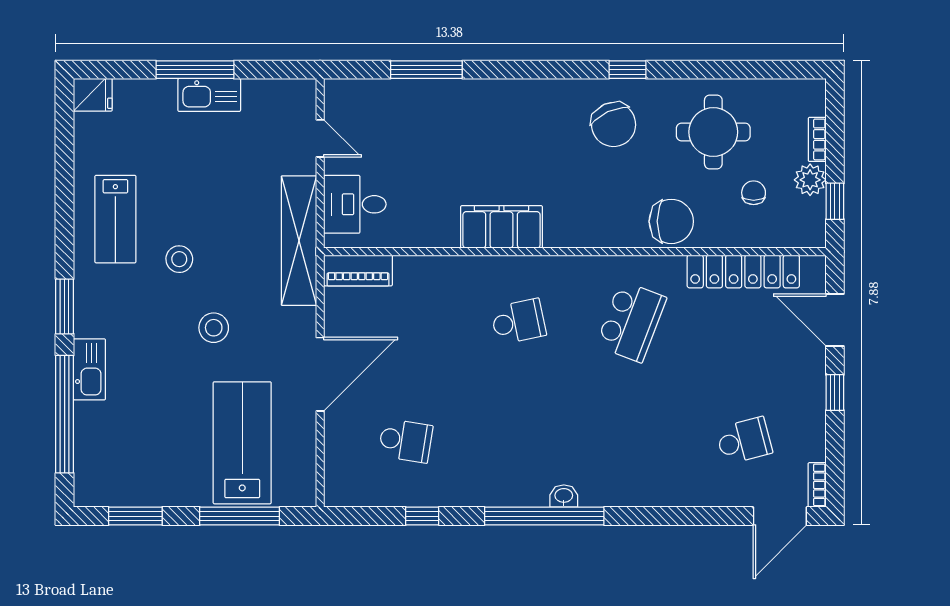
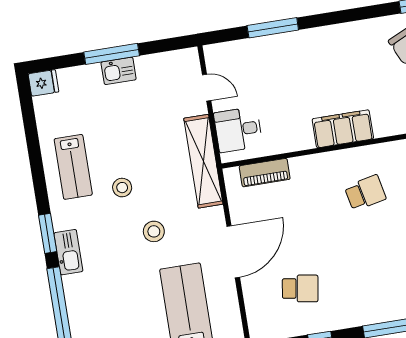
kitchen sink: (209, 95) -> (119, 71), width x0.73
piano: (358, 270) -> (265, 173), moved
kitchen sink: (89, 369) -> (68, 252), moved

